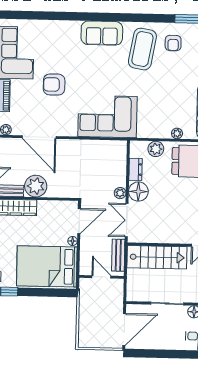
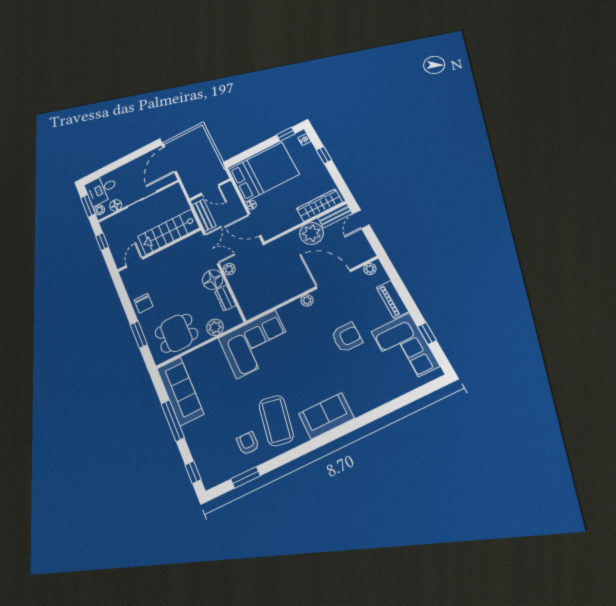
corner sofa: (108, 116) -> (256, 344), moved
plant: (177, 133) -> (307, 300), moved
door: (79, 221) -> (255, 225), hinge flipped

